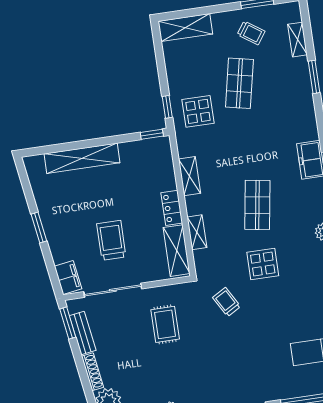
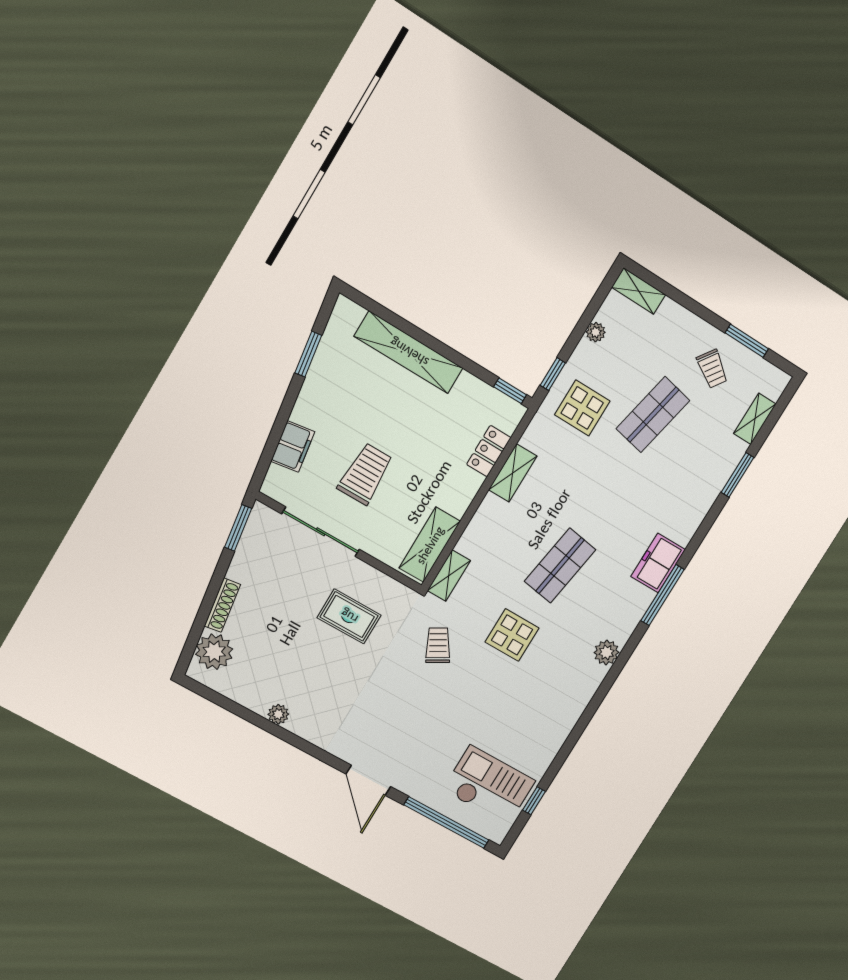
shelving: (185, 28) -> (639, 291), width x0.67, depth x0.75
plant: (172, 66) -> (596, 332), added
locker: (172, 208) -> (489, 451), moved
window: (39, 227) -> (308, 354), moved
shelving: (197, 232) -> (449, 576), moved
filing cabinet: (68, 278) -> (293, 447), moved
rug: (165, 324) -> (349, 616), turned 90
bench: (83, 333) -> (246, 552), removed

